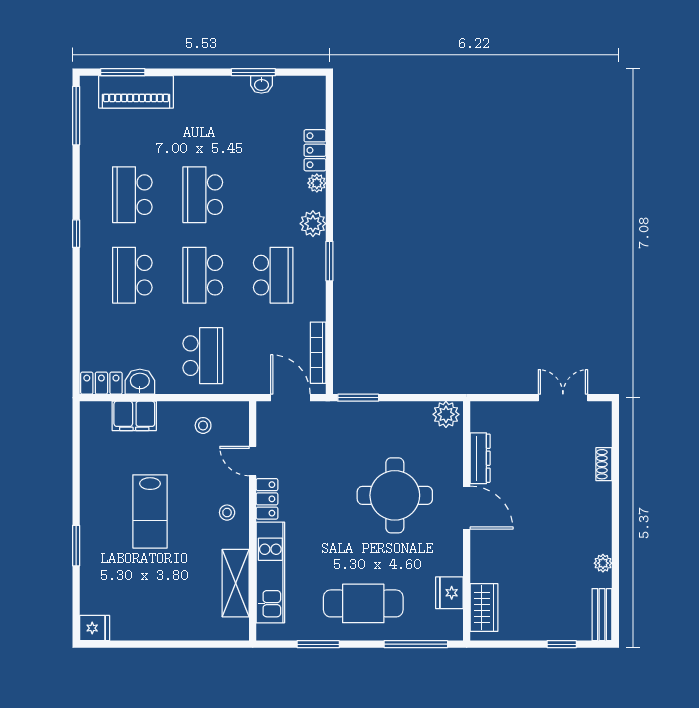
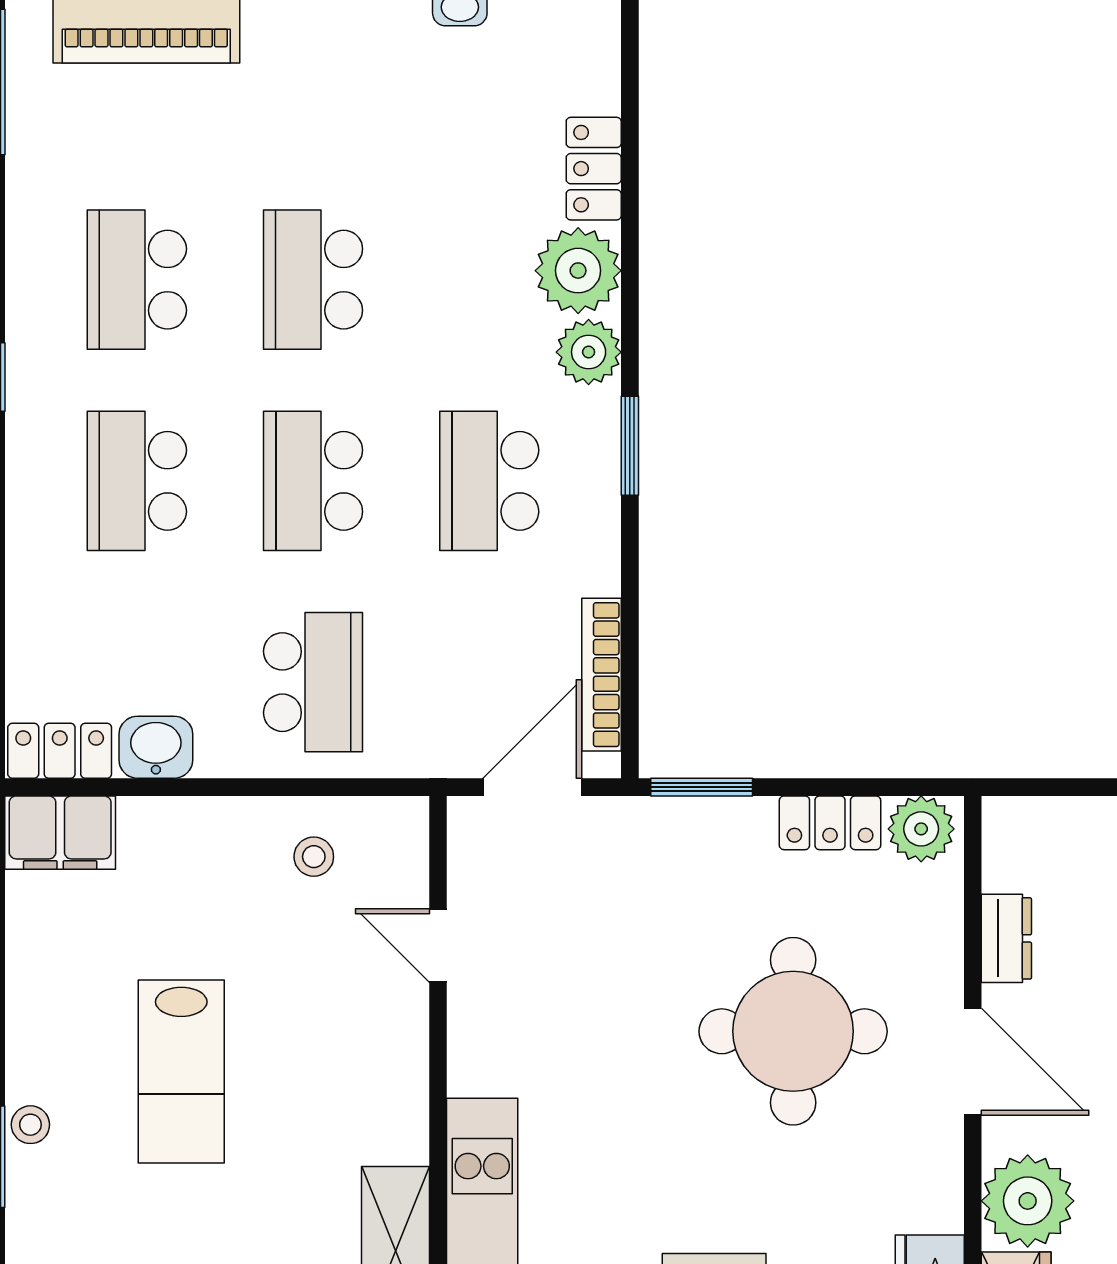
plant: (317, 183) -> (578, 271), width x1.87, depth x1.87
school desk: (273, 275) -> (489, 481), turned 180
door: (290, 398) -> (532, 787), hinge flipped
filing cabinet: (134, 416) -> (60, 833), moved
dresser: (480, 458) -> (1006, 938), width x0.70
locker: (267, 499) -> (830, 823), moved, turned 90
stool: (227, 513) -> (30, 1125), moved
plant: (489, 563) -> (1028, 1201), added

